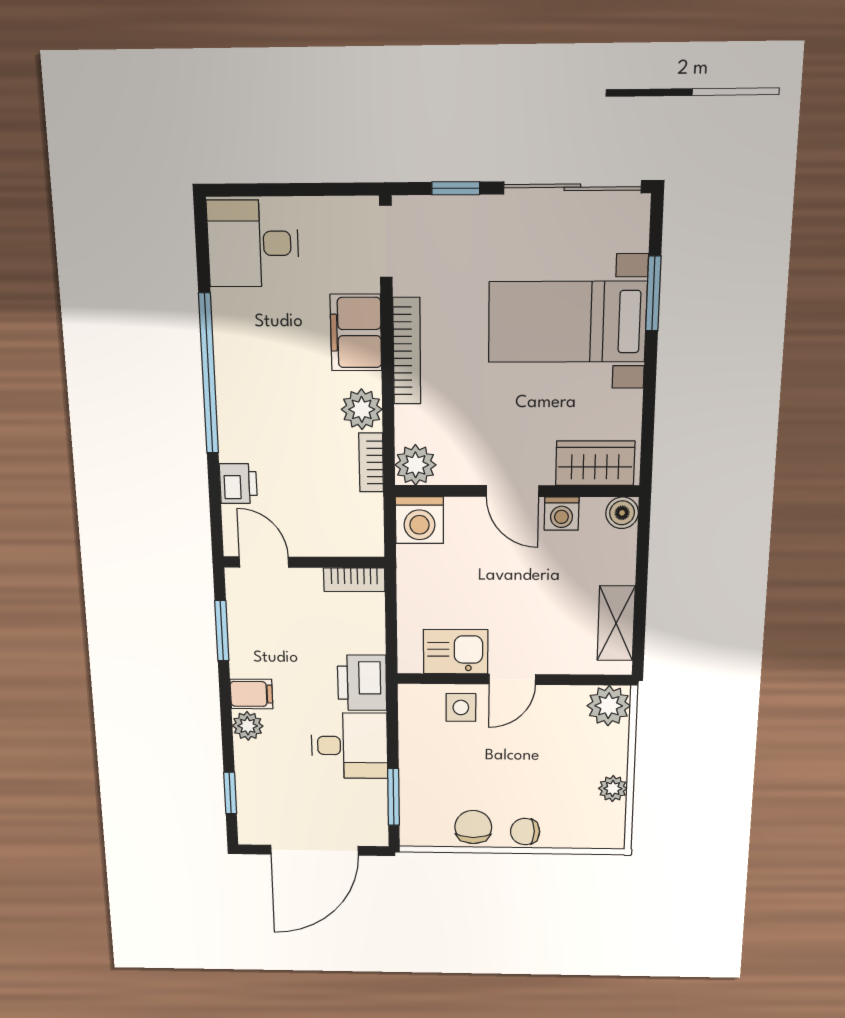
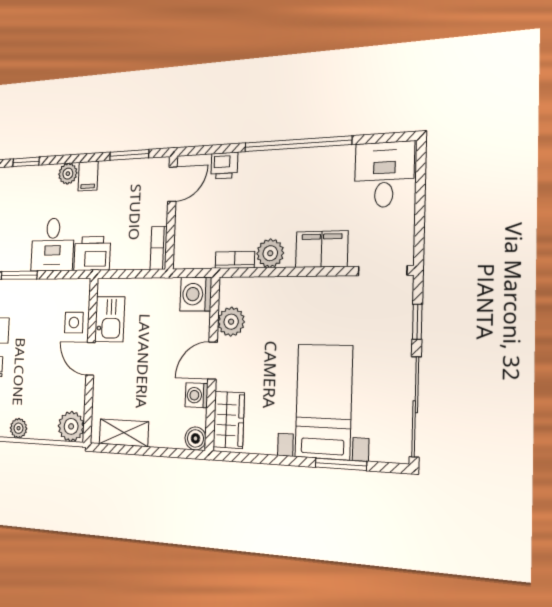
bookcase: (407, 351) -> (308, 286), removed
plant: (415, 465) -> (231, 322), moved

